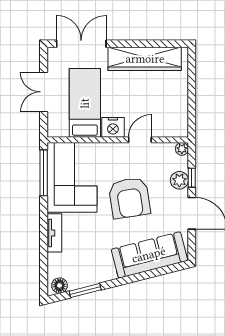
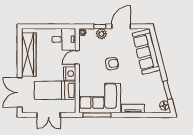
desk: (170, 118) -> (64, 39), added
door: (140, 140) -> (77, 57), hinge flipped
armchair: (129, 198) -> (112, 64), width x0.53, depth x0.53

